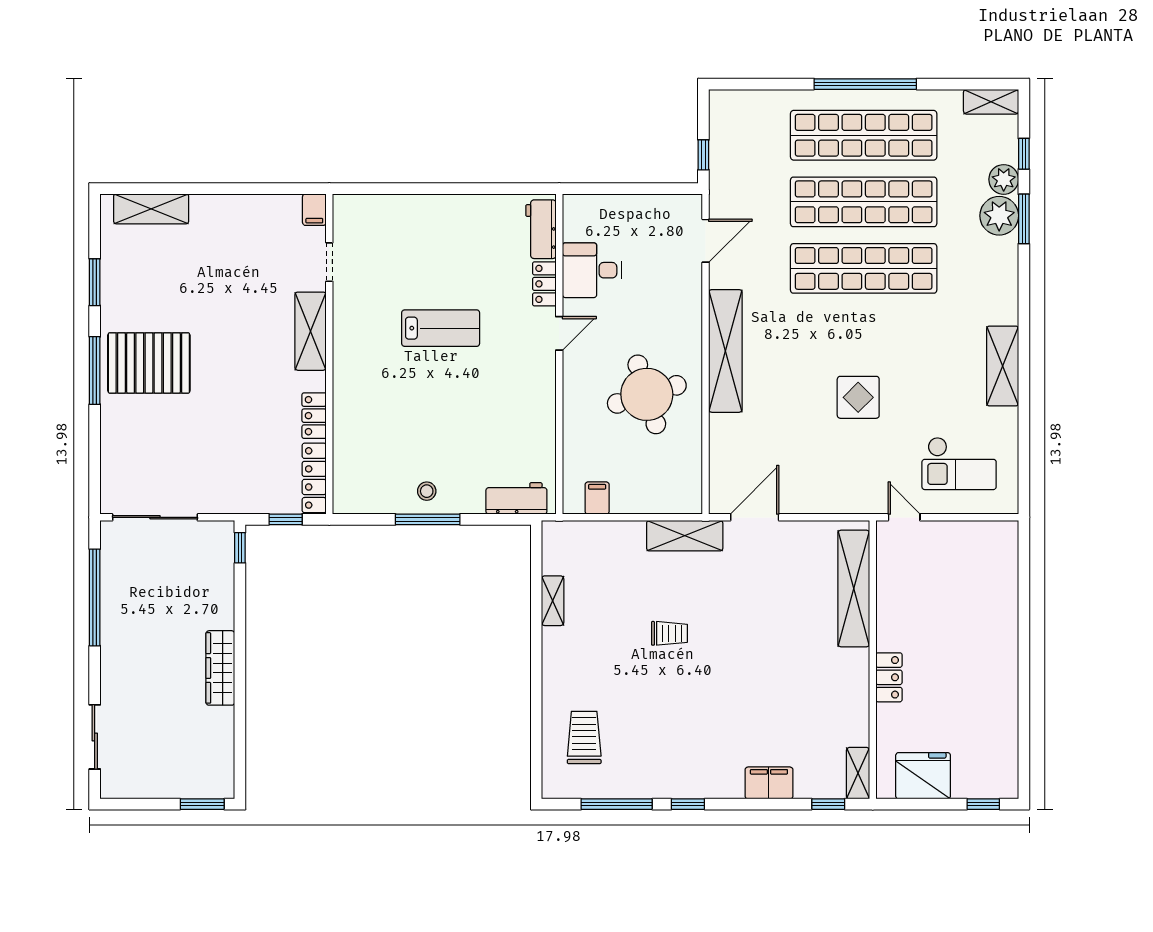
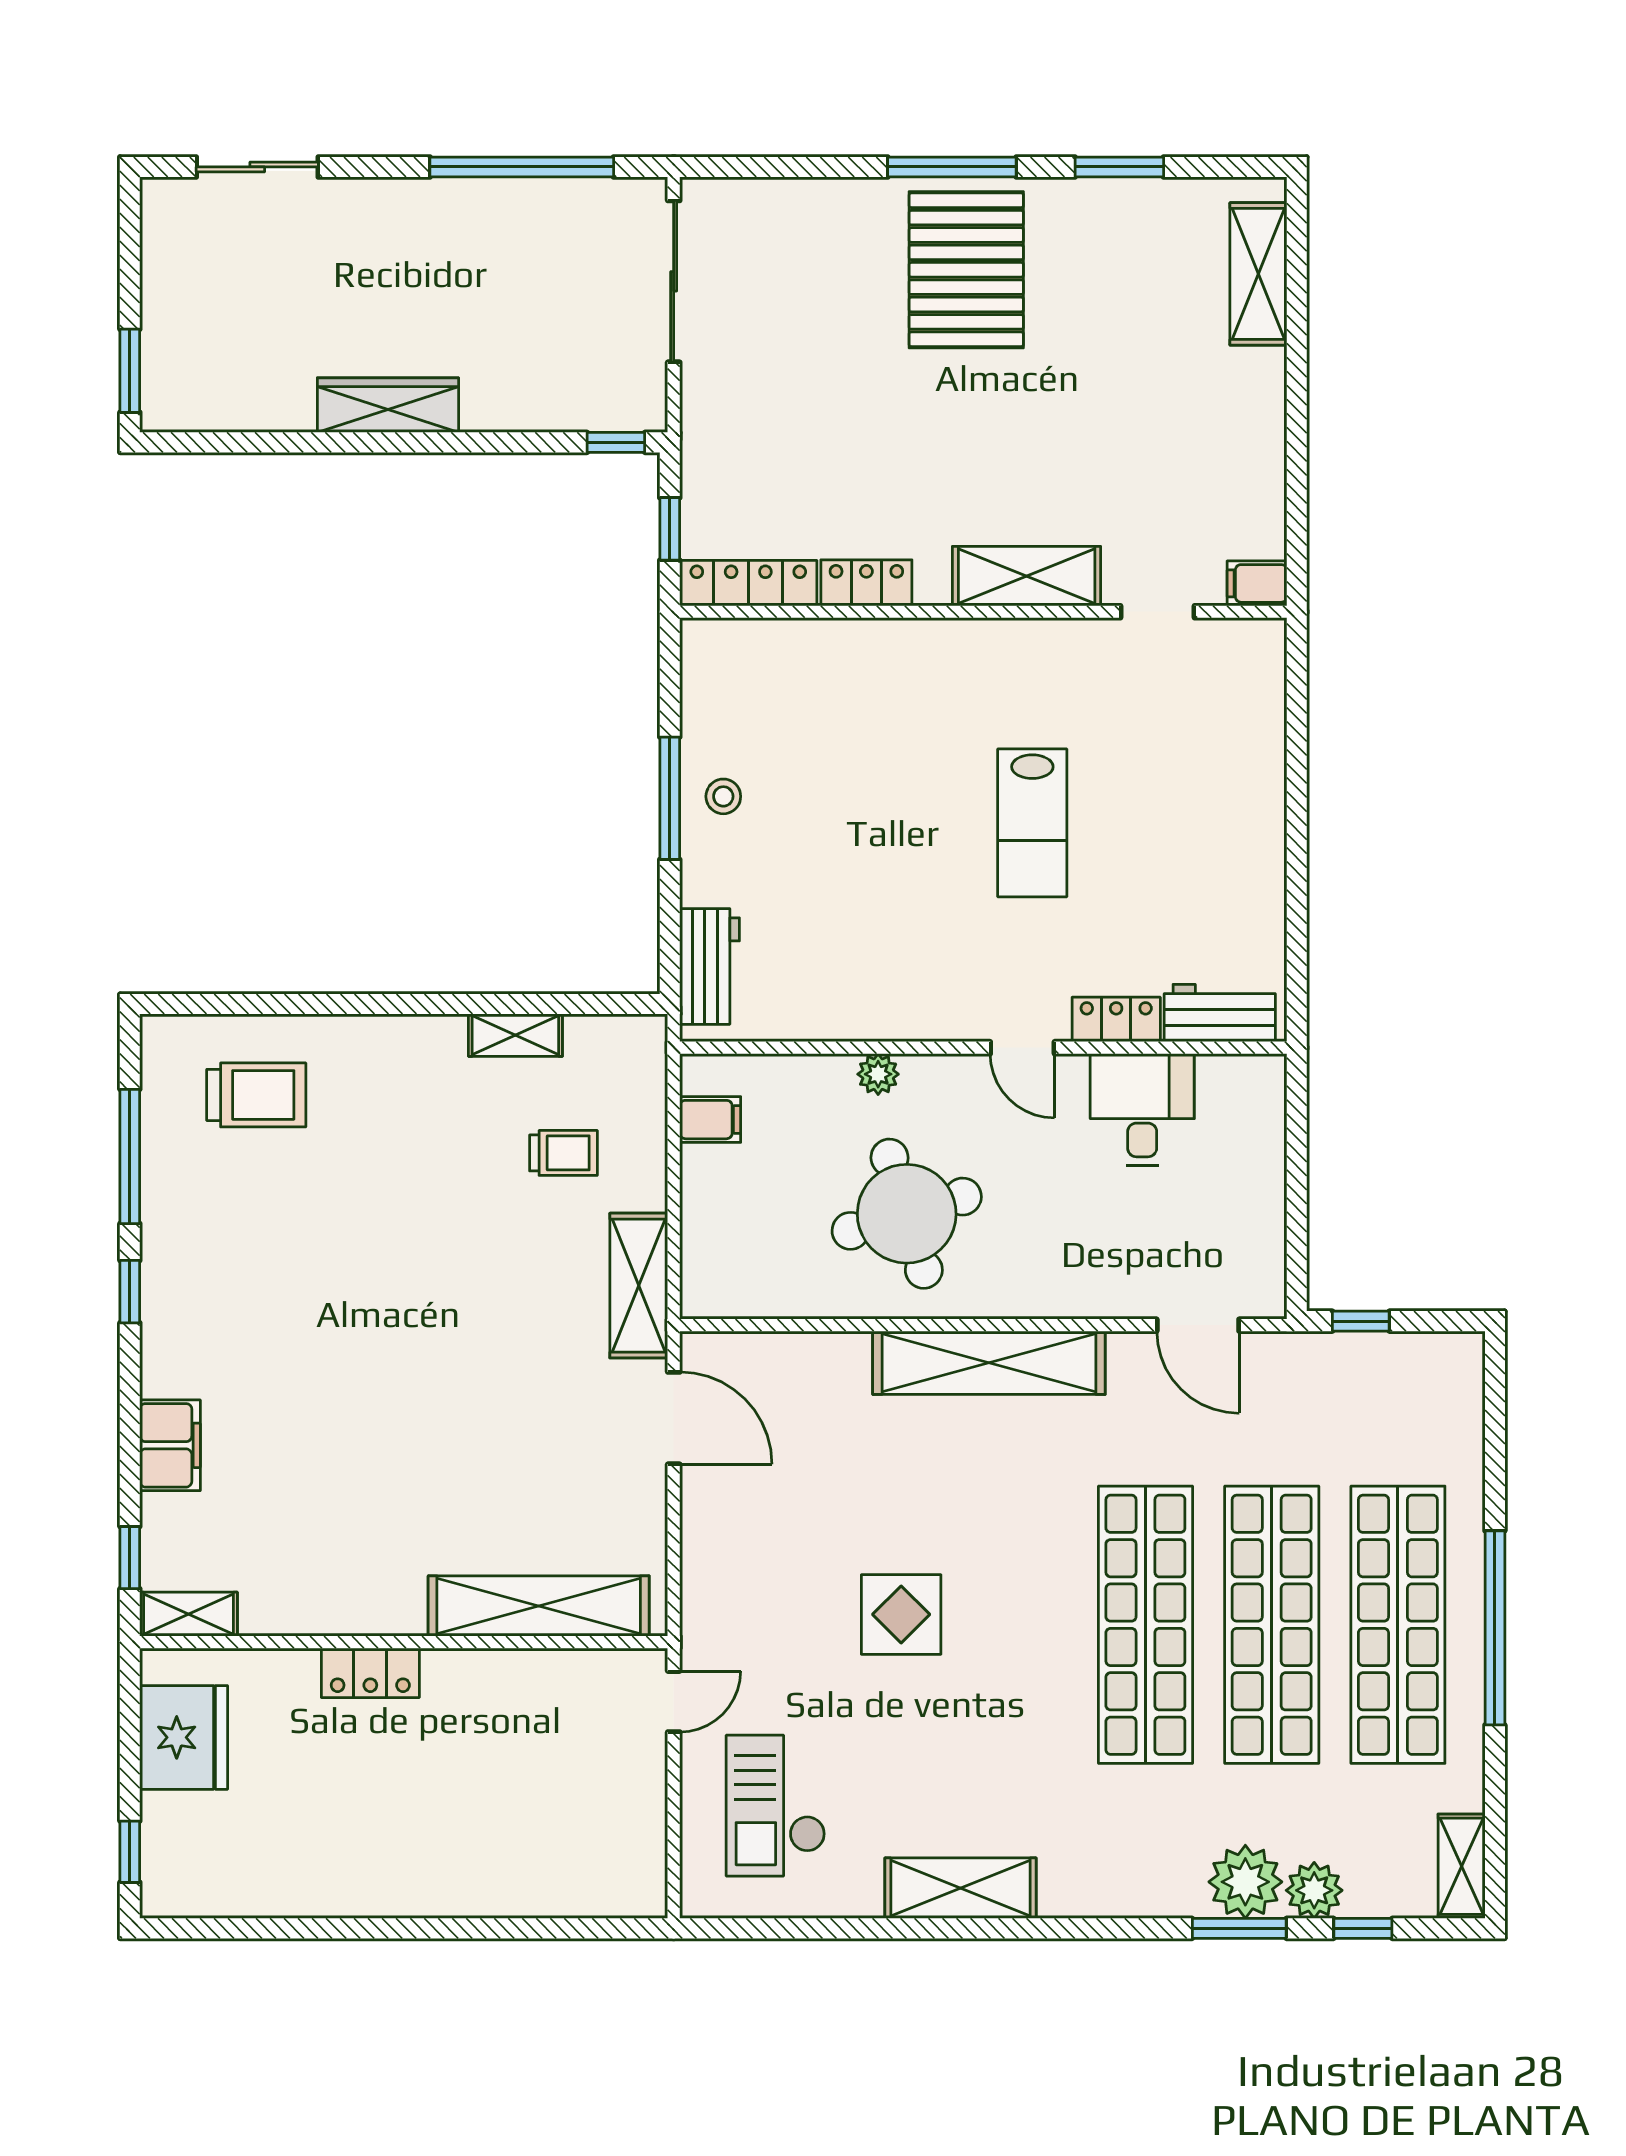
plant: (573, 409) -> (878, 1074), added
trolley: (669, 633) -> (563, 1153), moved, turned -90

